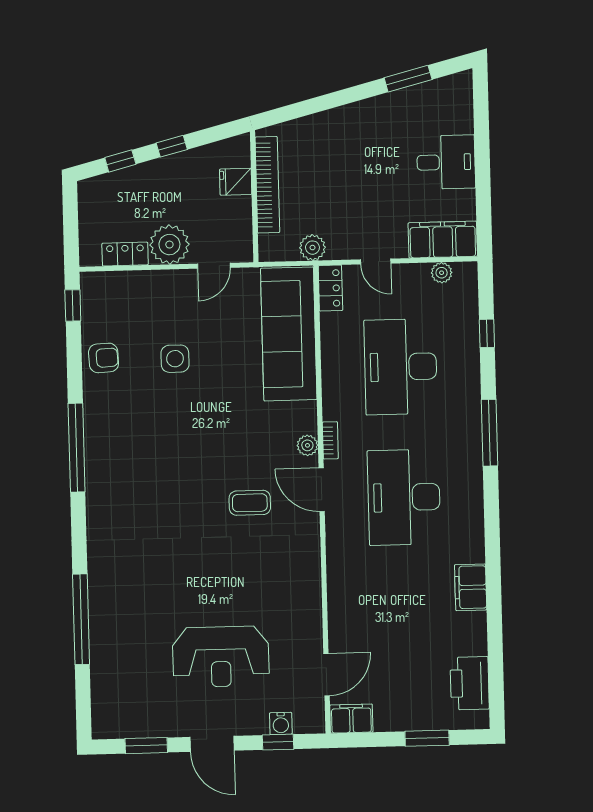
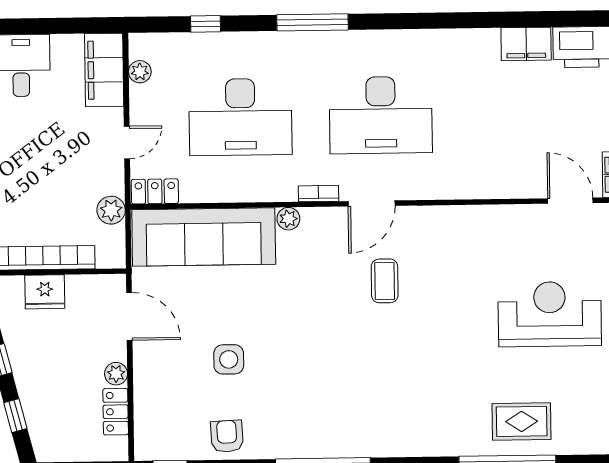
fridge: (236, 182) -> (45, 292), width x1.38
plant: (169, 245) -> (116, 374), width x0.53, depth x0.53
door: (214, 266) -> (129, 316), width x1.38
plant: (307, 445) -> (288, 219), moved
filing cabinet: (471, 587) -> (526, 44), moved
rug: (121, 632) -> (522, 421), added
reception desk: (221, 657) -> (550, 314), turned -90

